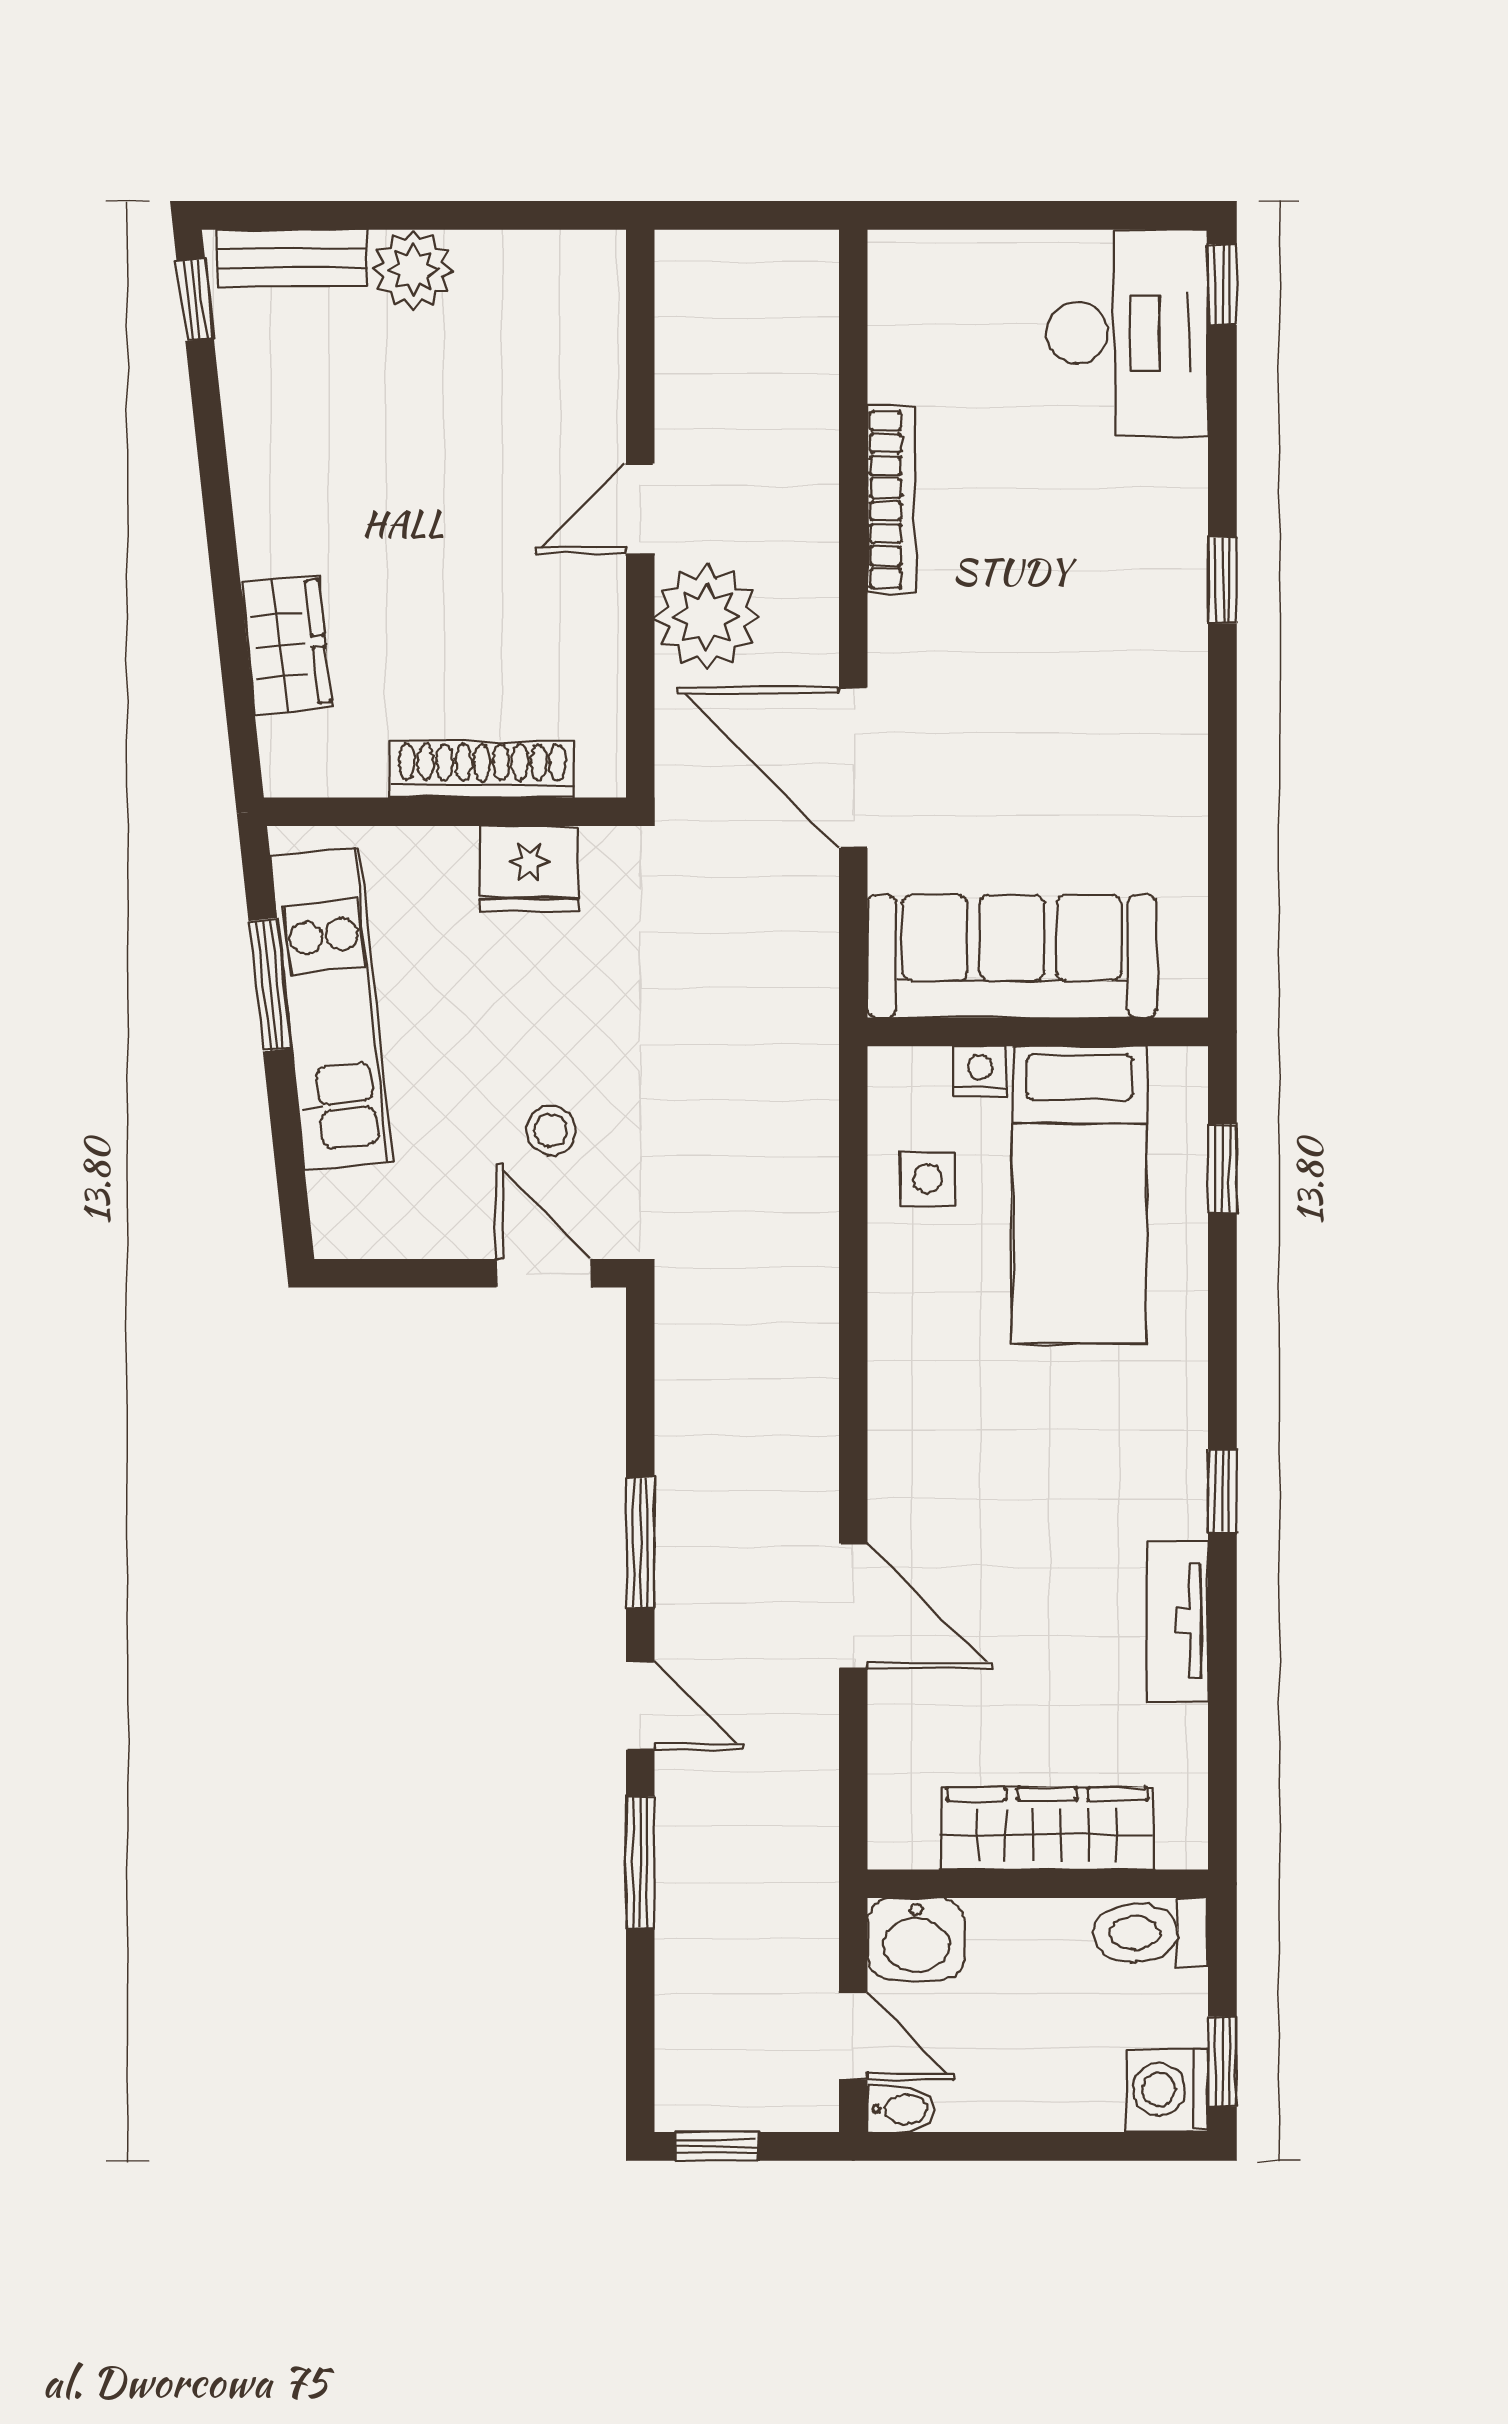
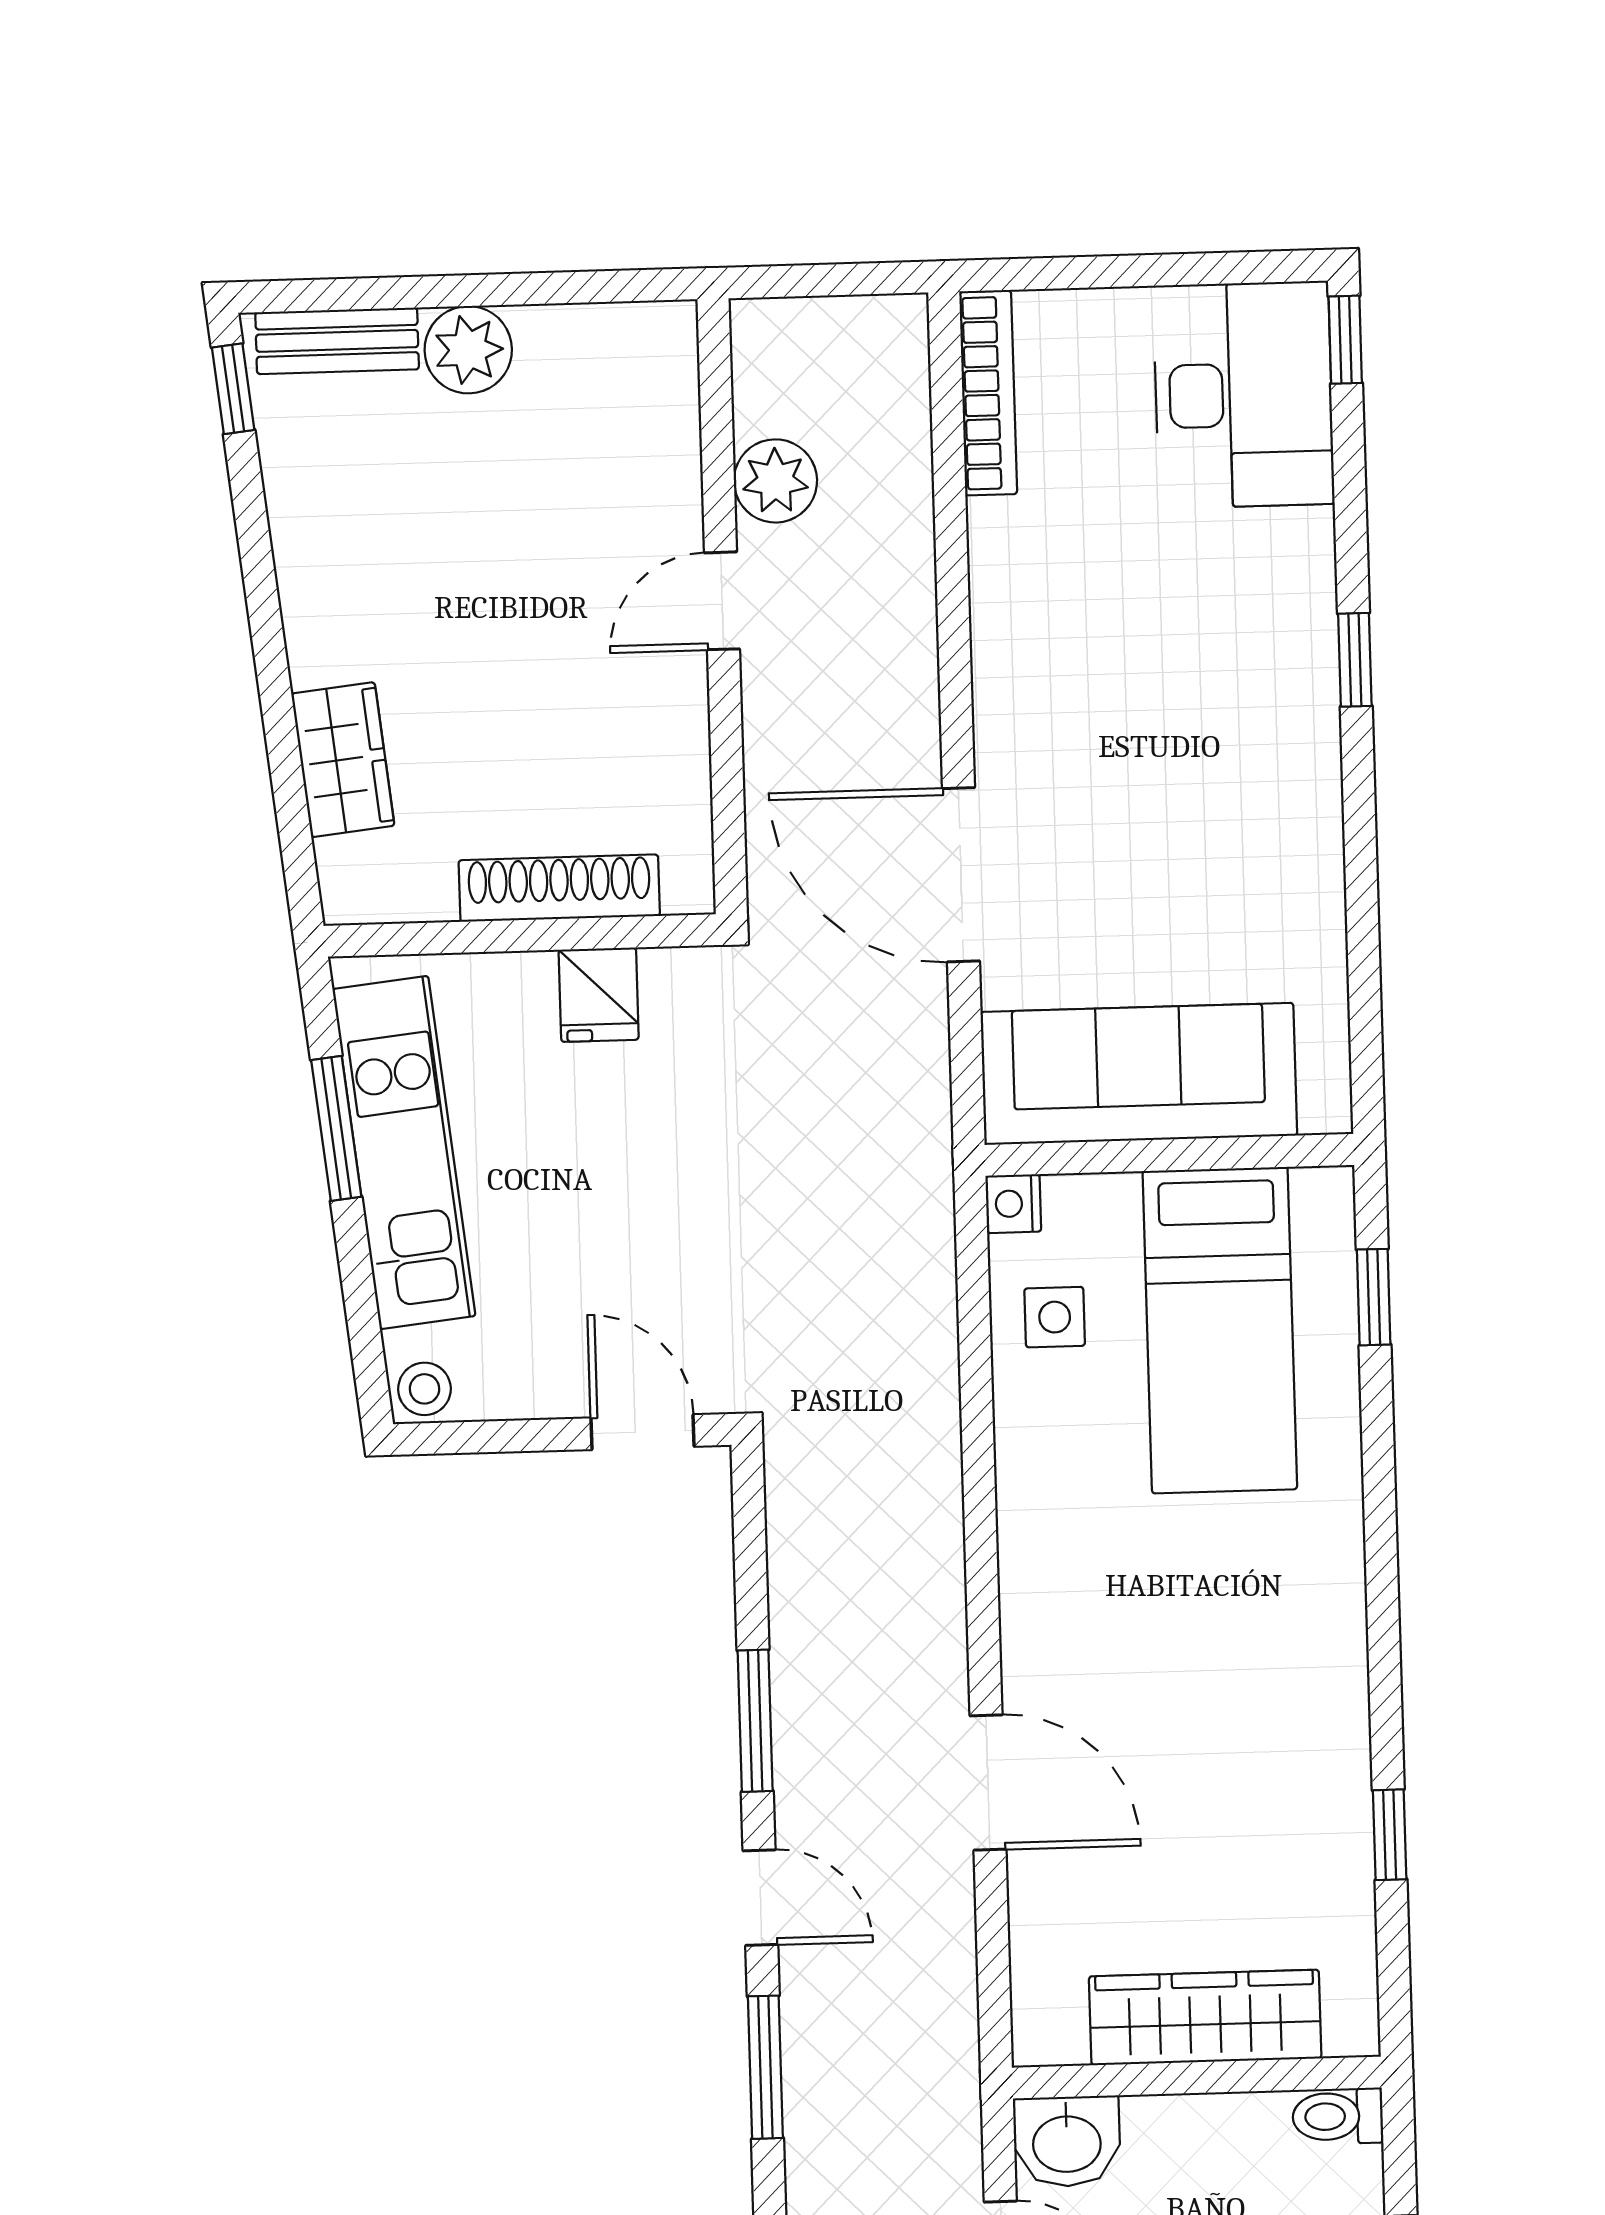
bookcase: (891, 500) -> (988, 393), moved
plant: (707, 617) -> (775, 481), moved, width x0.73, depth x0.73
fridge: (529, 868) -> (599, 995), width x0.72
nightstand: (980, 1071) -> (1013, 1204), moved, turned -90
stool: (551, 1131) -> (424, 1389), moved
window: (1222, 1491) -> (1390, 1835), moved
tv unit: (1178, 1621) -> (1340, 1789), removed
toilet: (1151, 1933) -> (1338, 2116), width x0.73, depth x0.72

